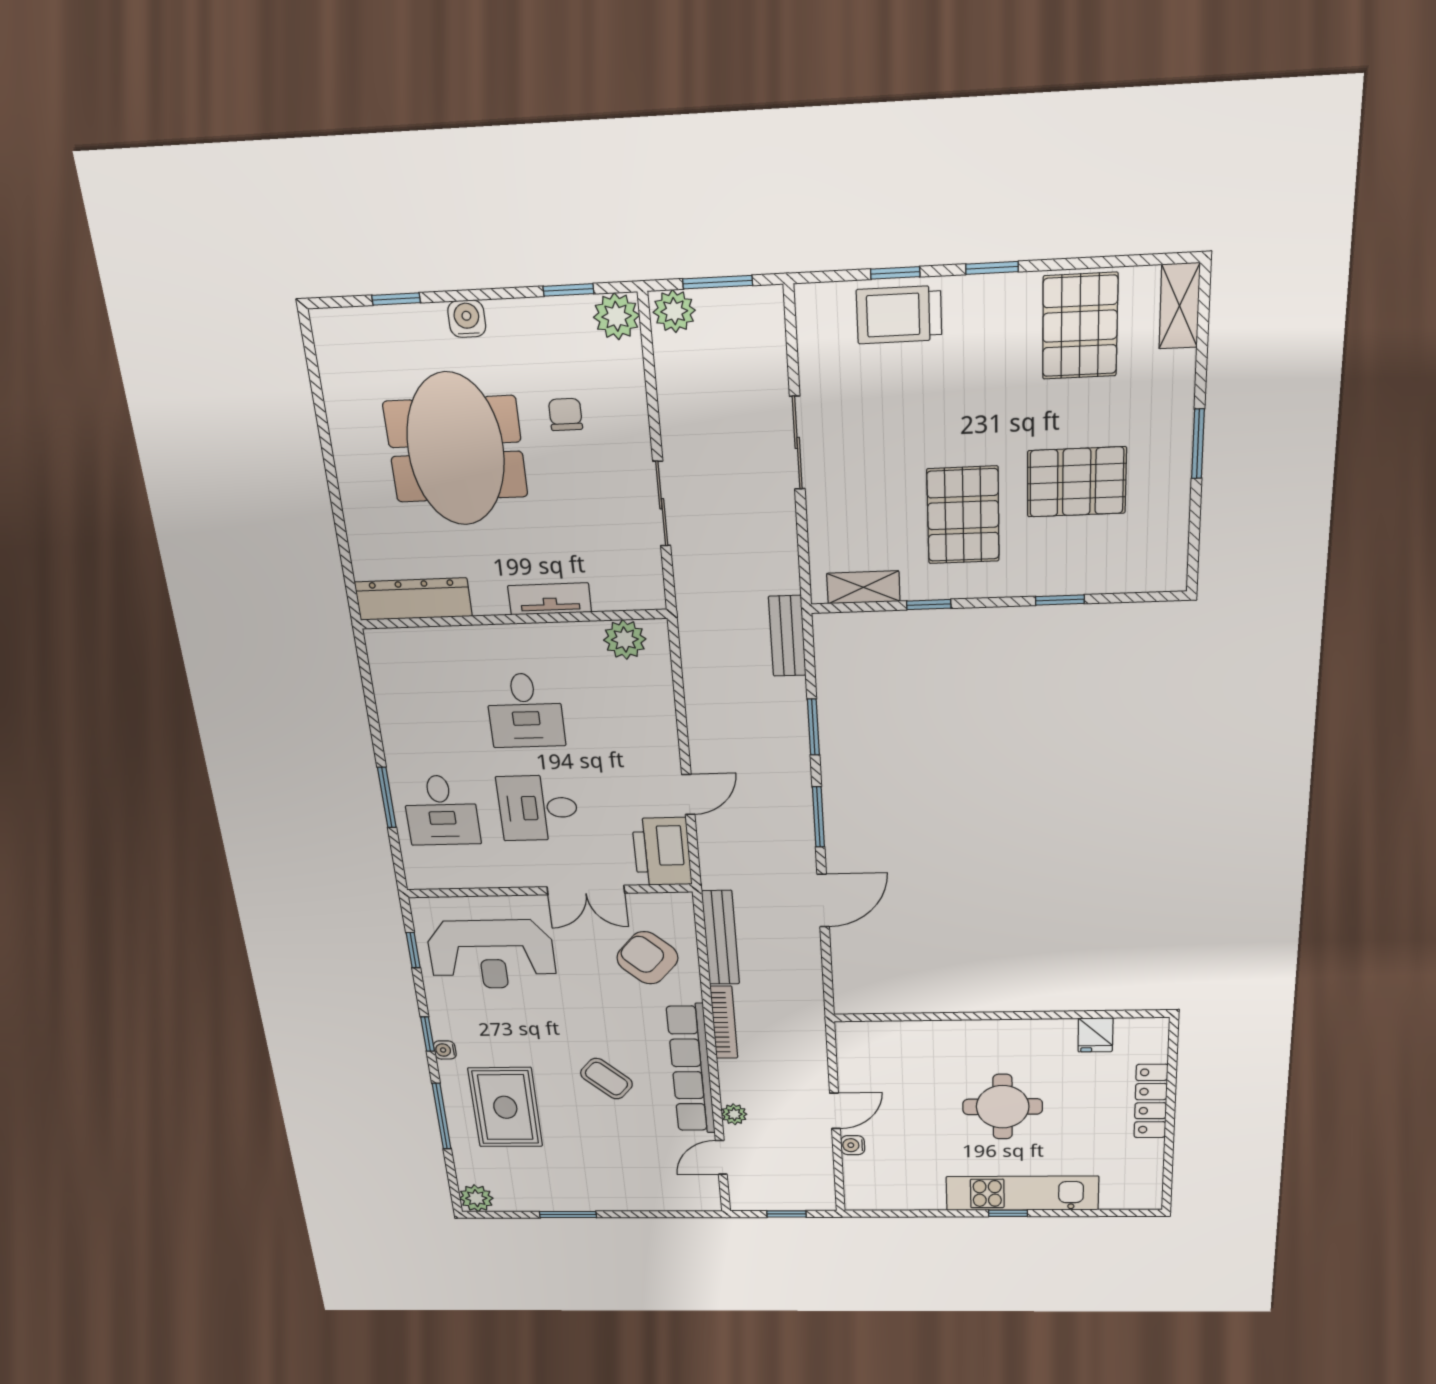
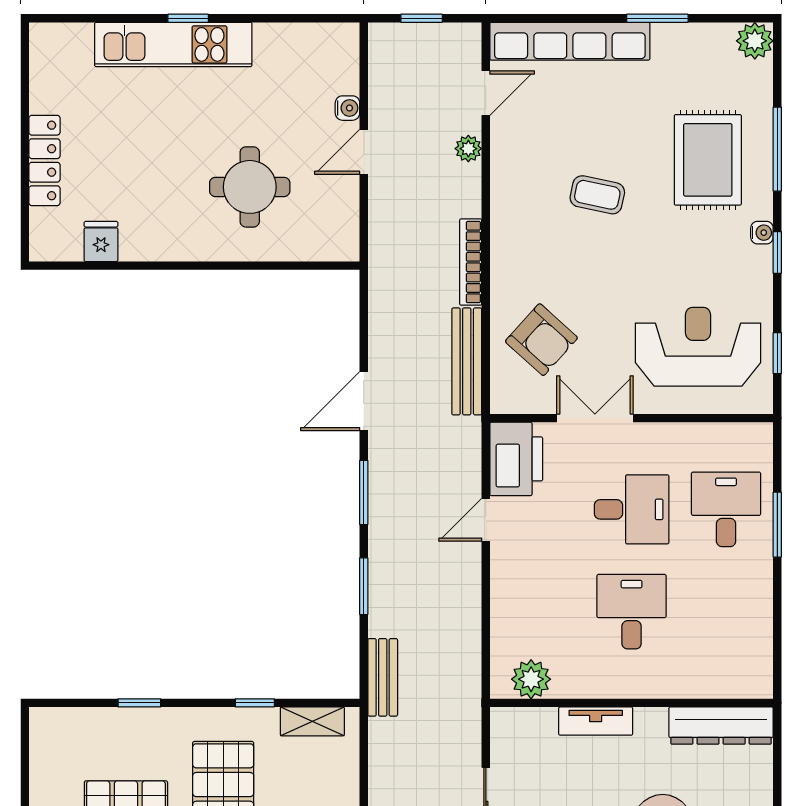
row of seats: (691, 1069) -> (570, 41), moved, turned 90
coffee table: (606, 1079) -> (597, 195), turned -30
round table: (1003, 1107) -> (250, 187), moved

